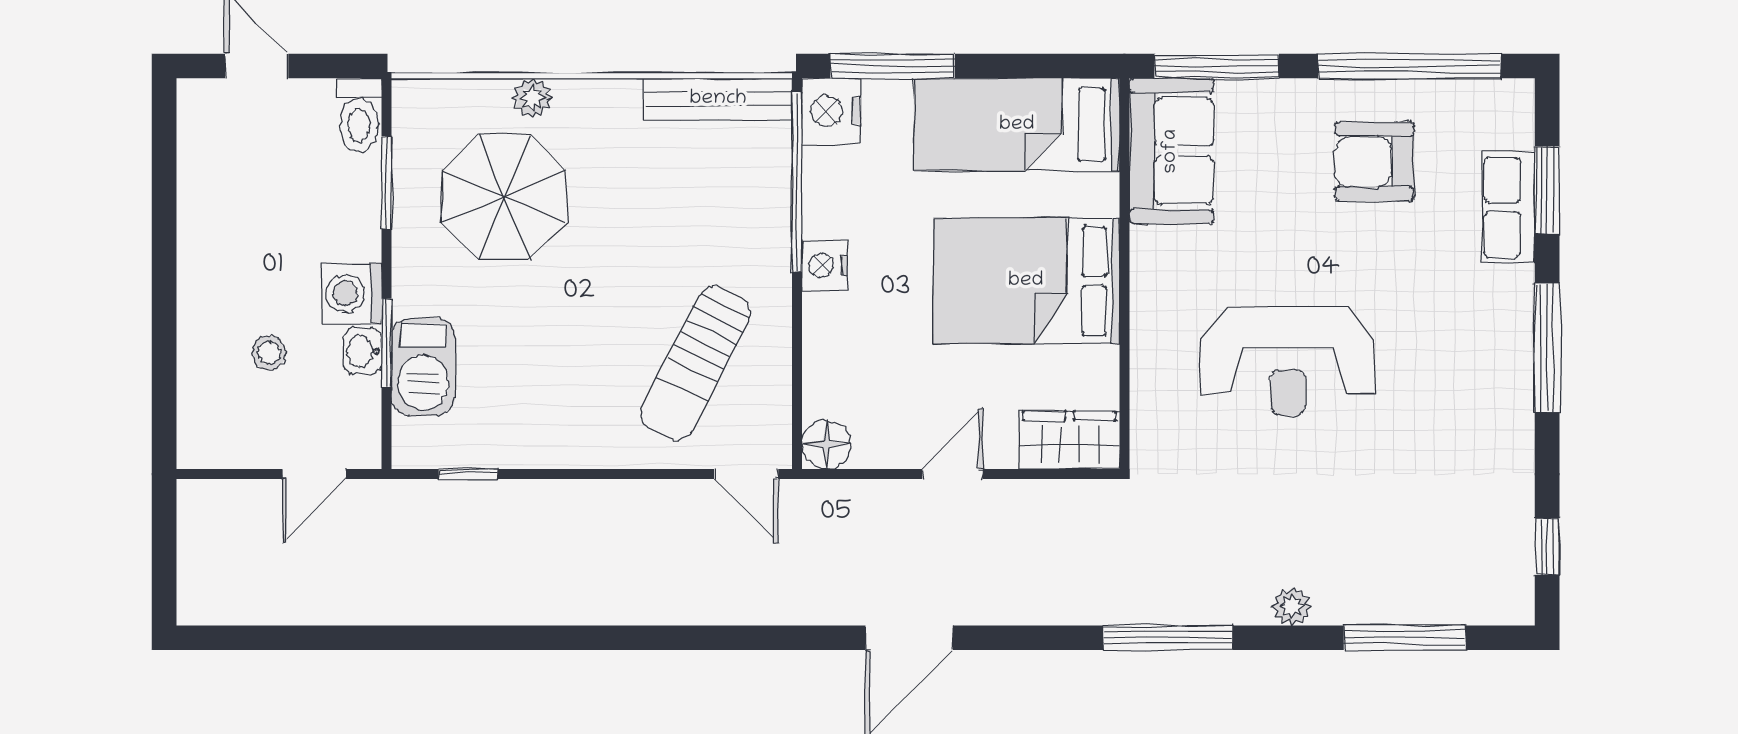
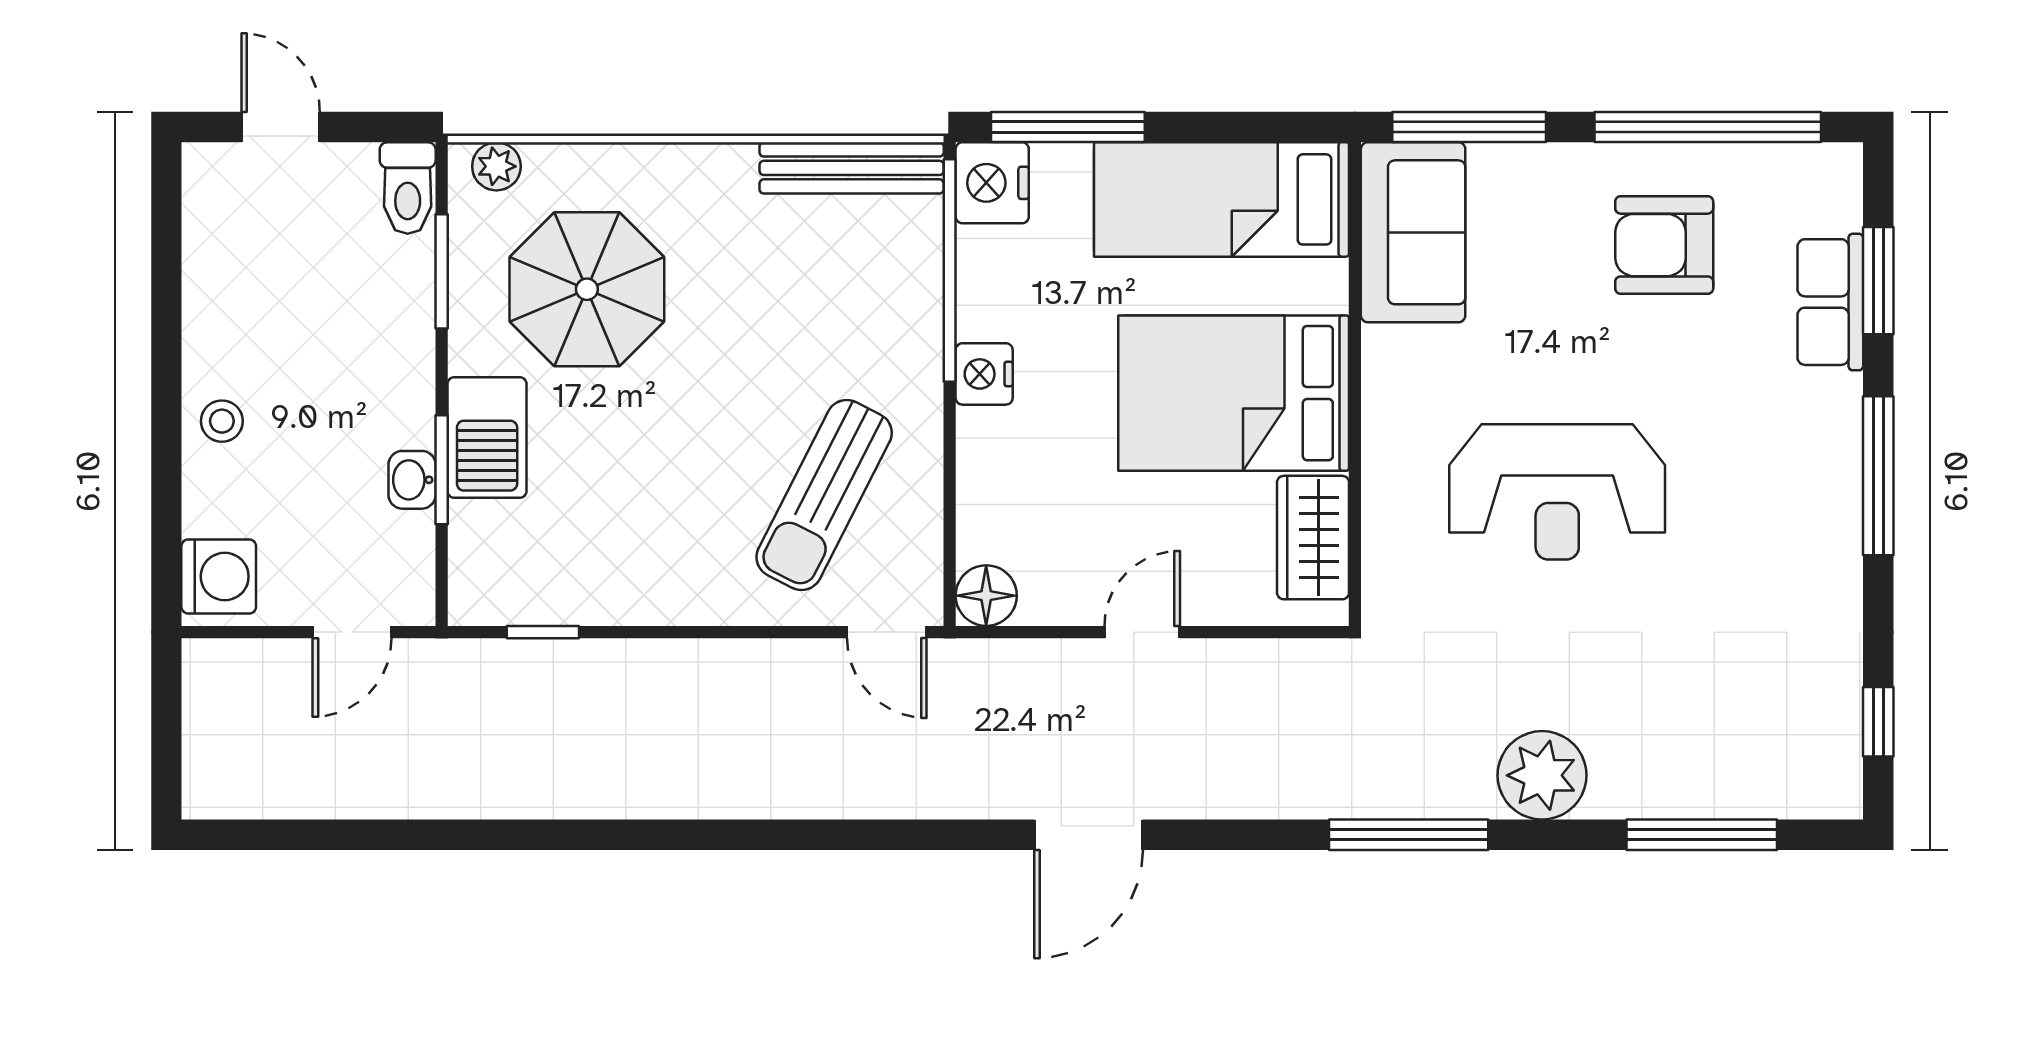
plant: (532, 98) -> (496, 166), moved
washing machine: (352, 294) -> (219, 577), moved, turned 180
stool: (269, 353) -> (222, 421), moved
barbecue: (423, 367) -> (487, 437), moved
wardrobe: (1070, 440) -> (1313, 538), moved, turned -90
plant: (1292, 606) -> (1542, 775), width x1.88, depth x1.88

